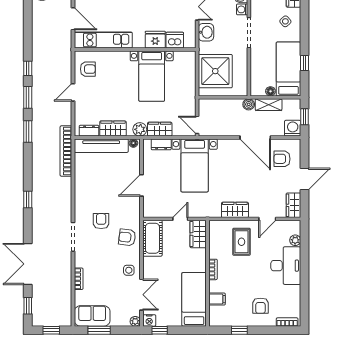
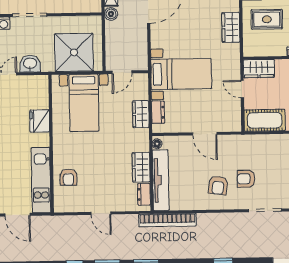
door: (73, 19) -> (17, 215), swing flipped
dishwasher: (175, 40) -> (40, 99), removed
armchair: (88, 69) -> (68, 177), moved, turned 180
bed with nightstands: (152, 76) -> (84, 103), moved, turned 90
door: (197, 125) -> (122, 72), moved
plant: (140, 129) -> (141, 137), removed
armchair: (127, 237) -> (218, 185), moved

